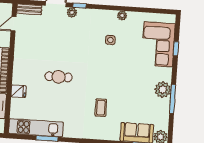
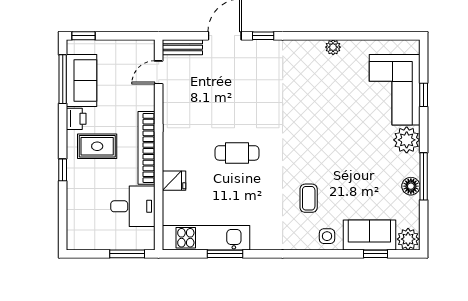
plant: (72, 12) -> (252, 48), removed
side table: (110, 40) -> (327, 236), moved
plant: (163, 90) -> (407, 140), moved
floor lamp: (164, 104) -> (411, 186), added

